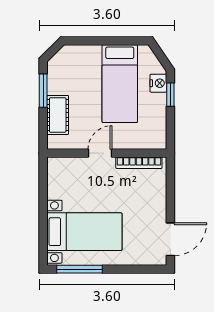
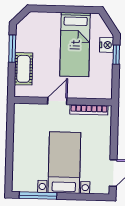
bed with nightstands: (84, 232) -> (64, 163), moved, turned -90

